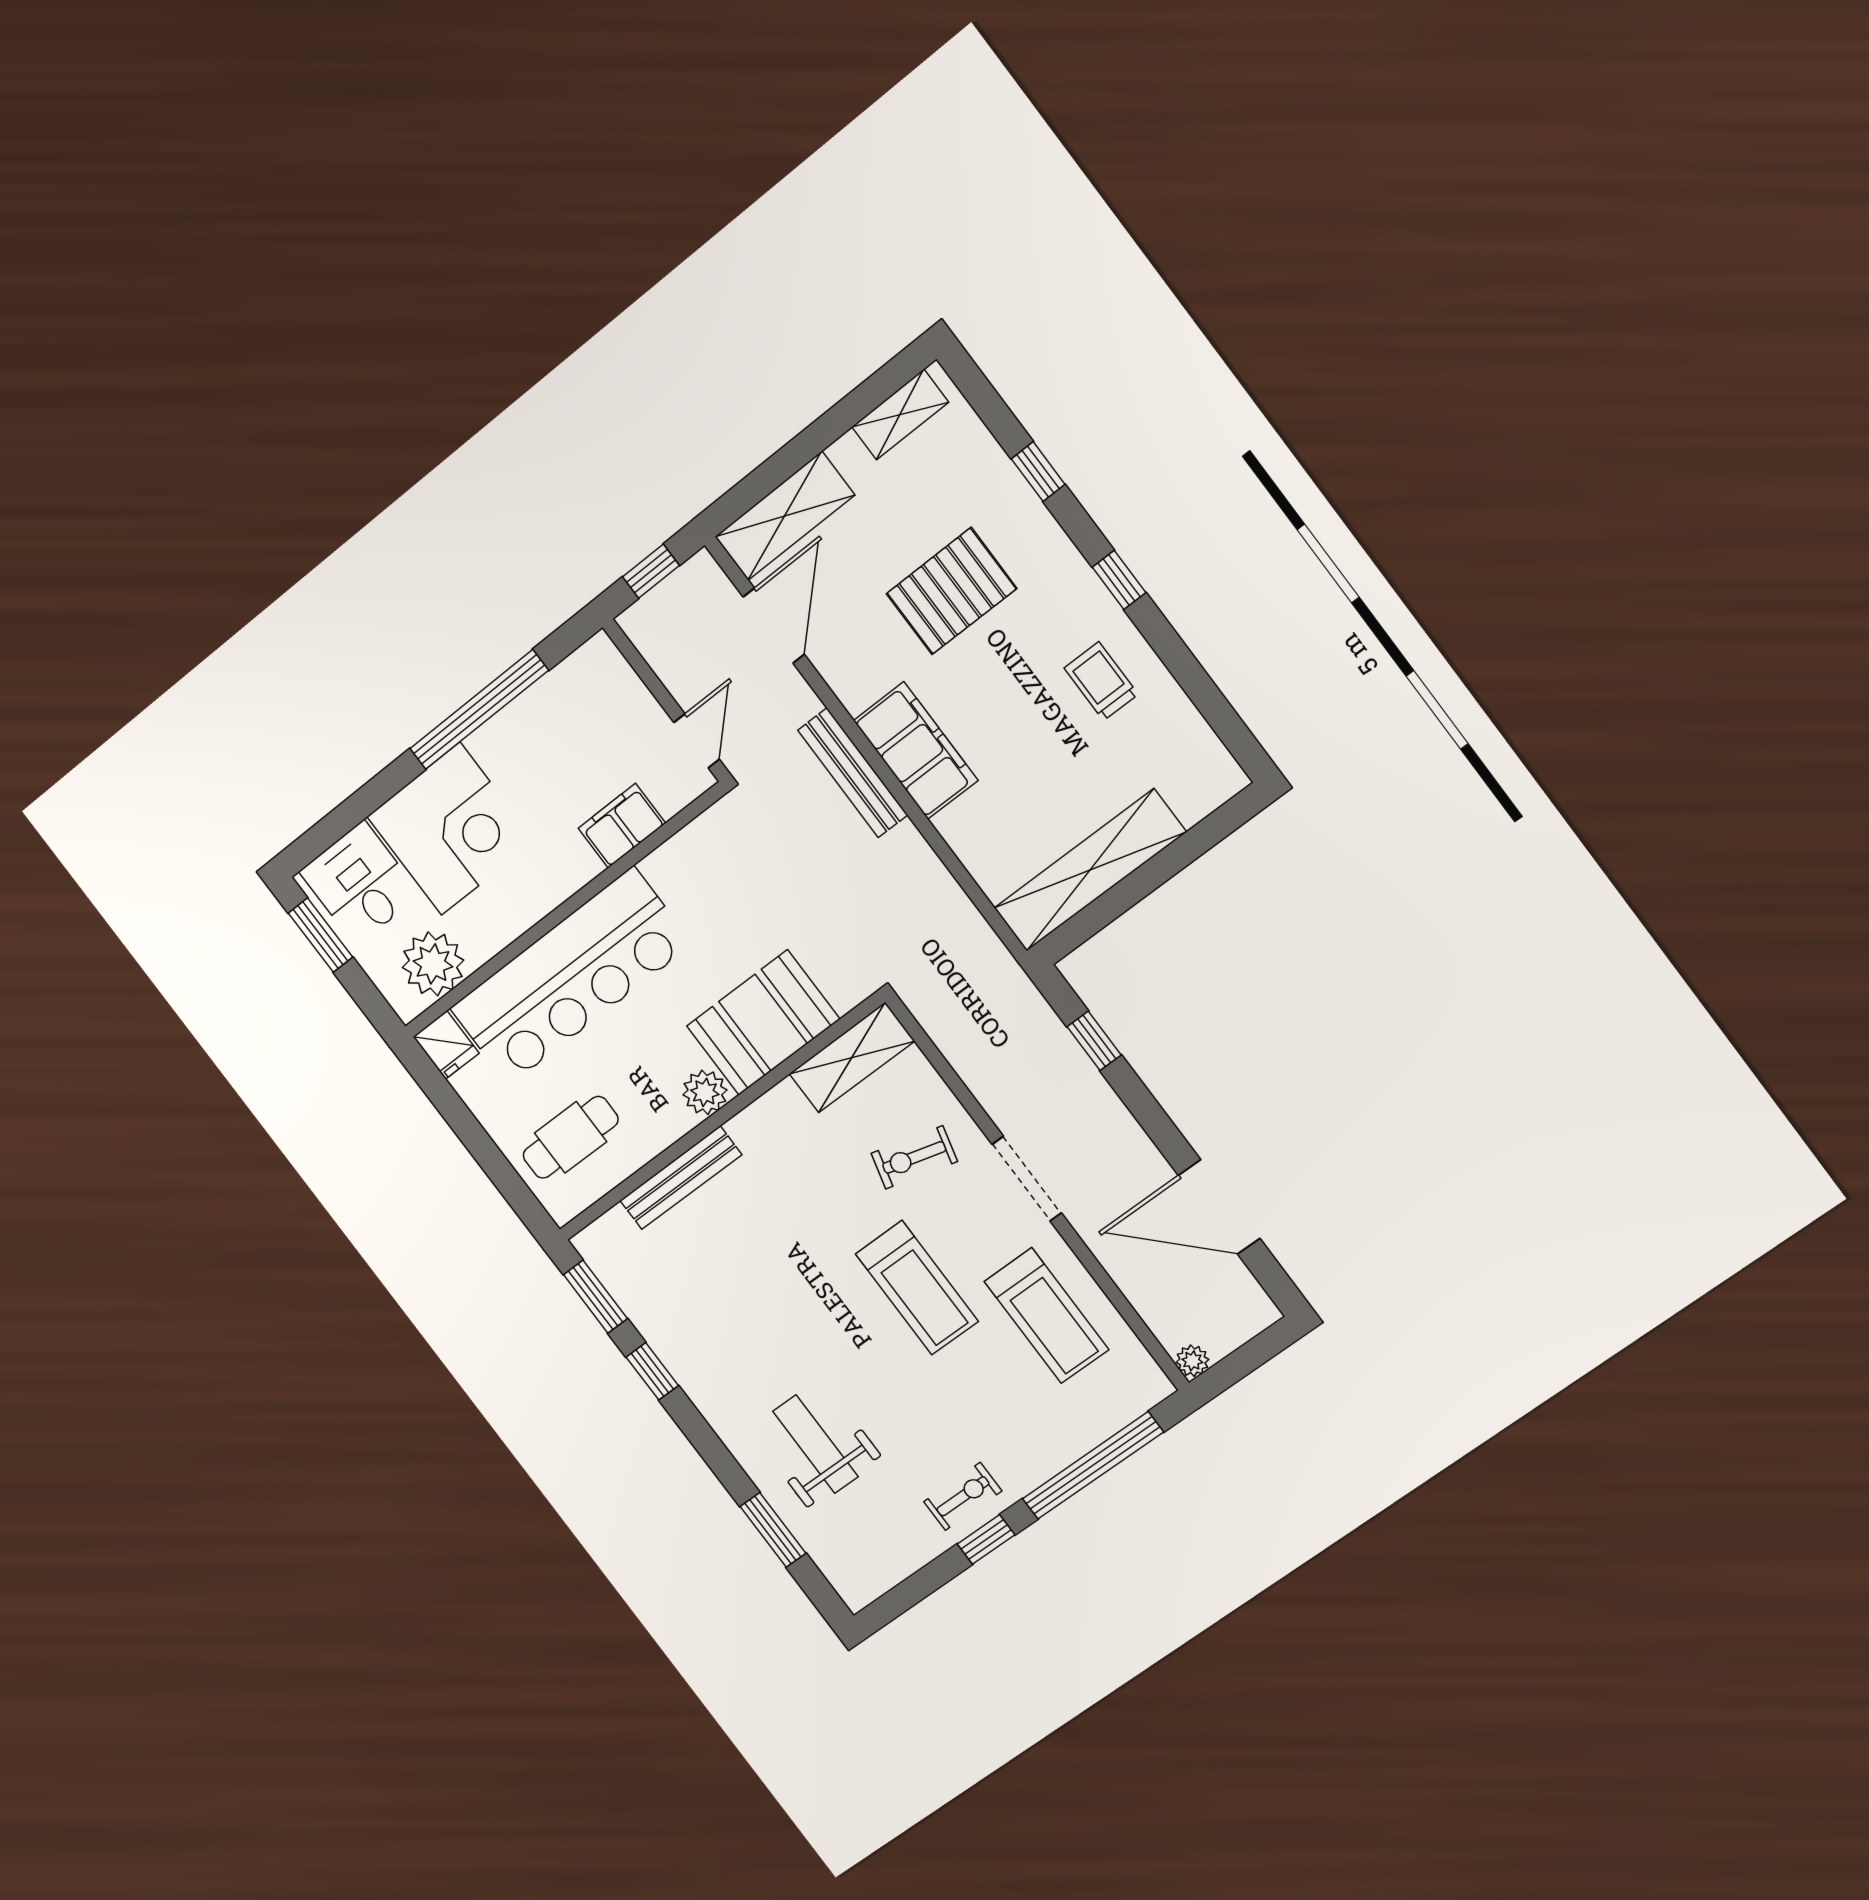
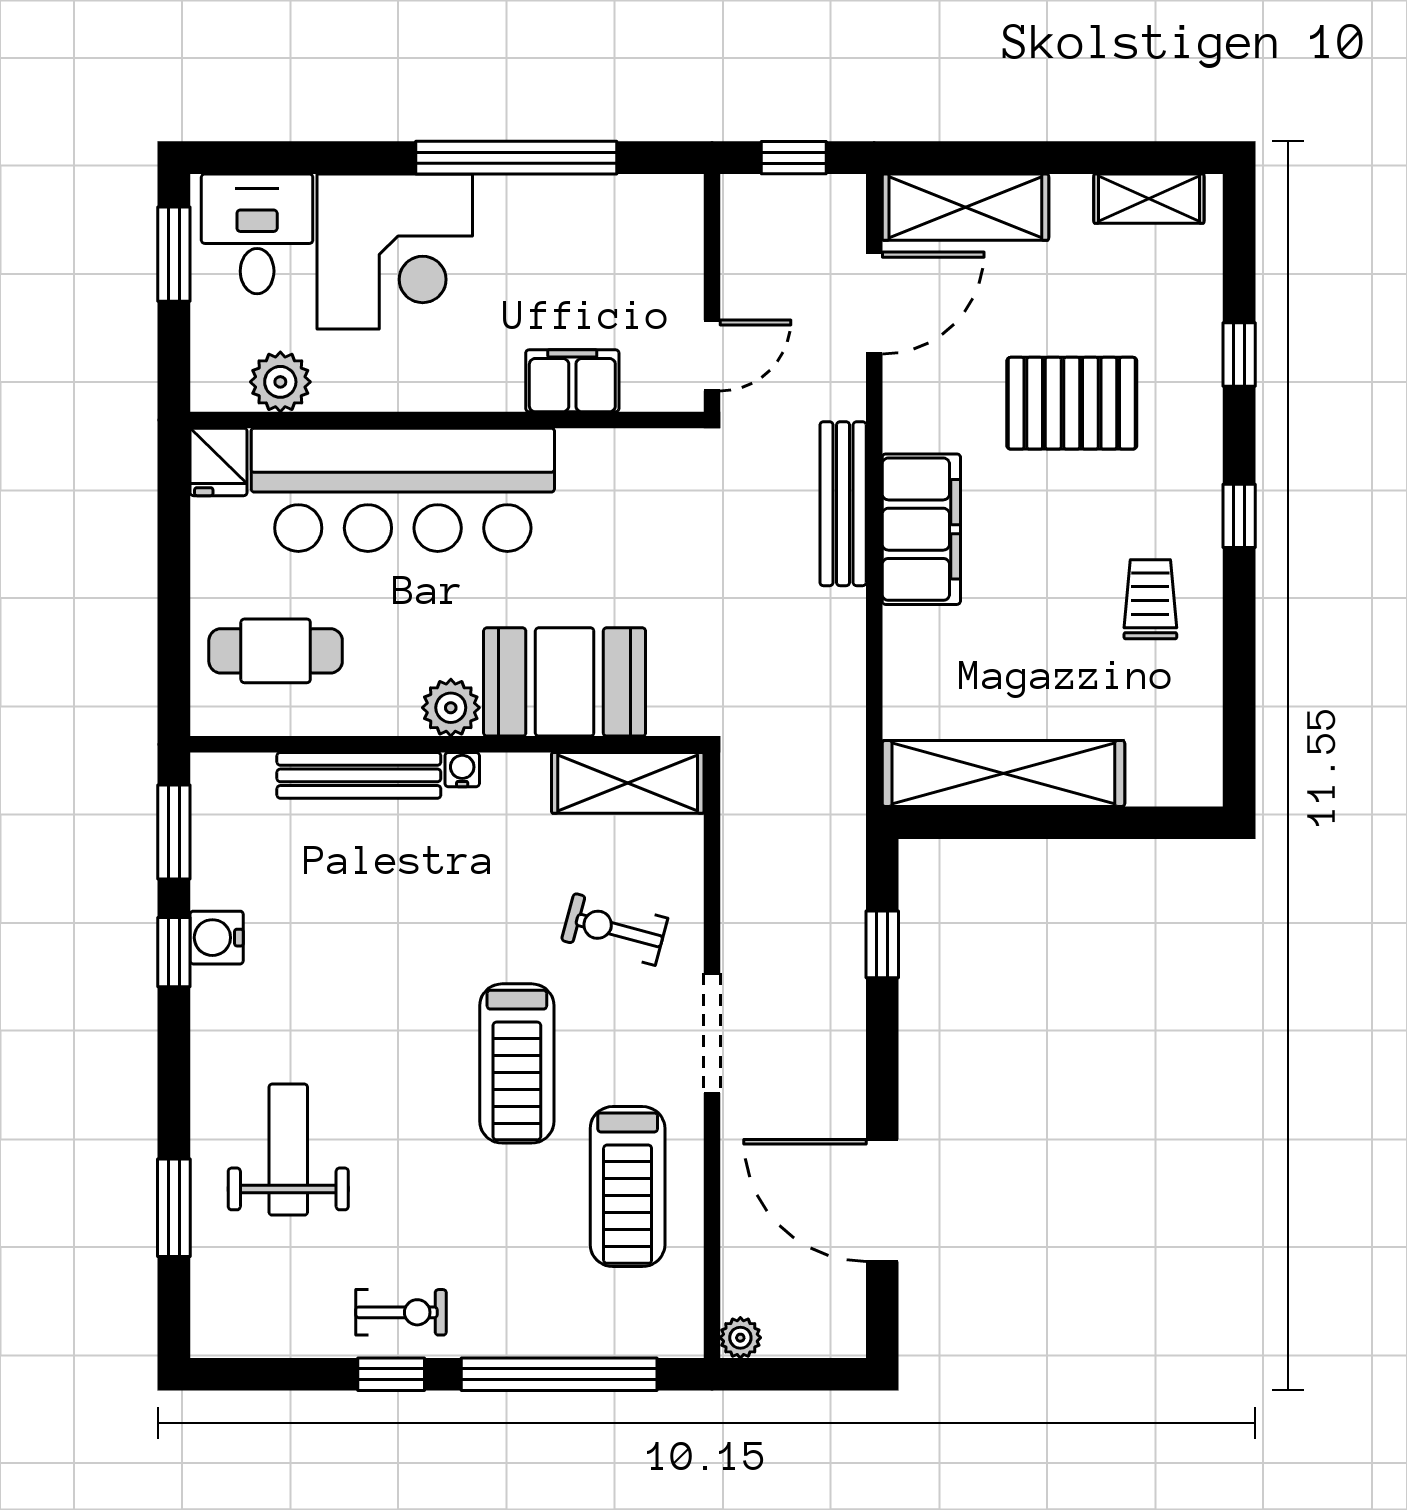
plant: (433, 964) -> (280, 382), width x0.73, depth x0.73
water cooler: (742, 1126) -> (462, 770), added
water cooler: (671, 1343) -> (217, 938), added

